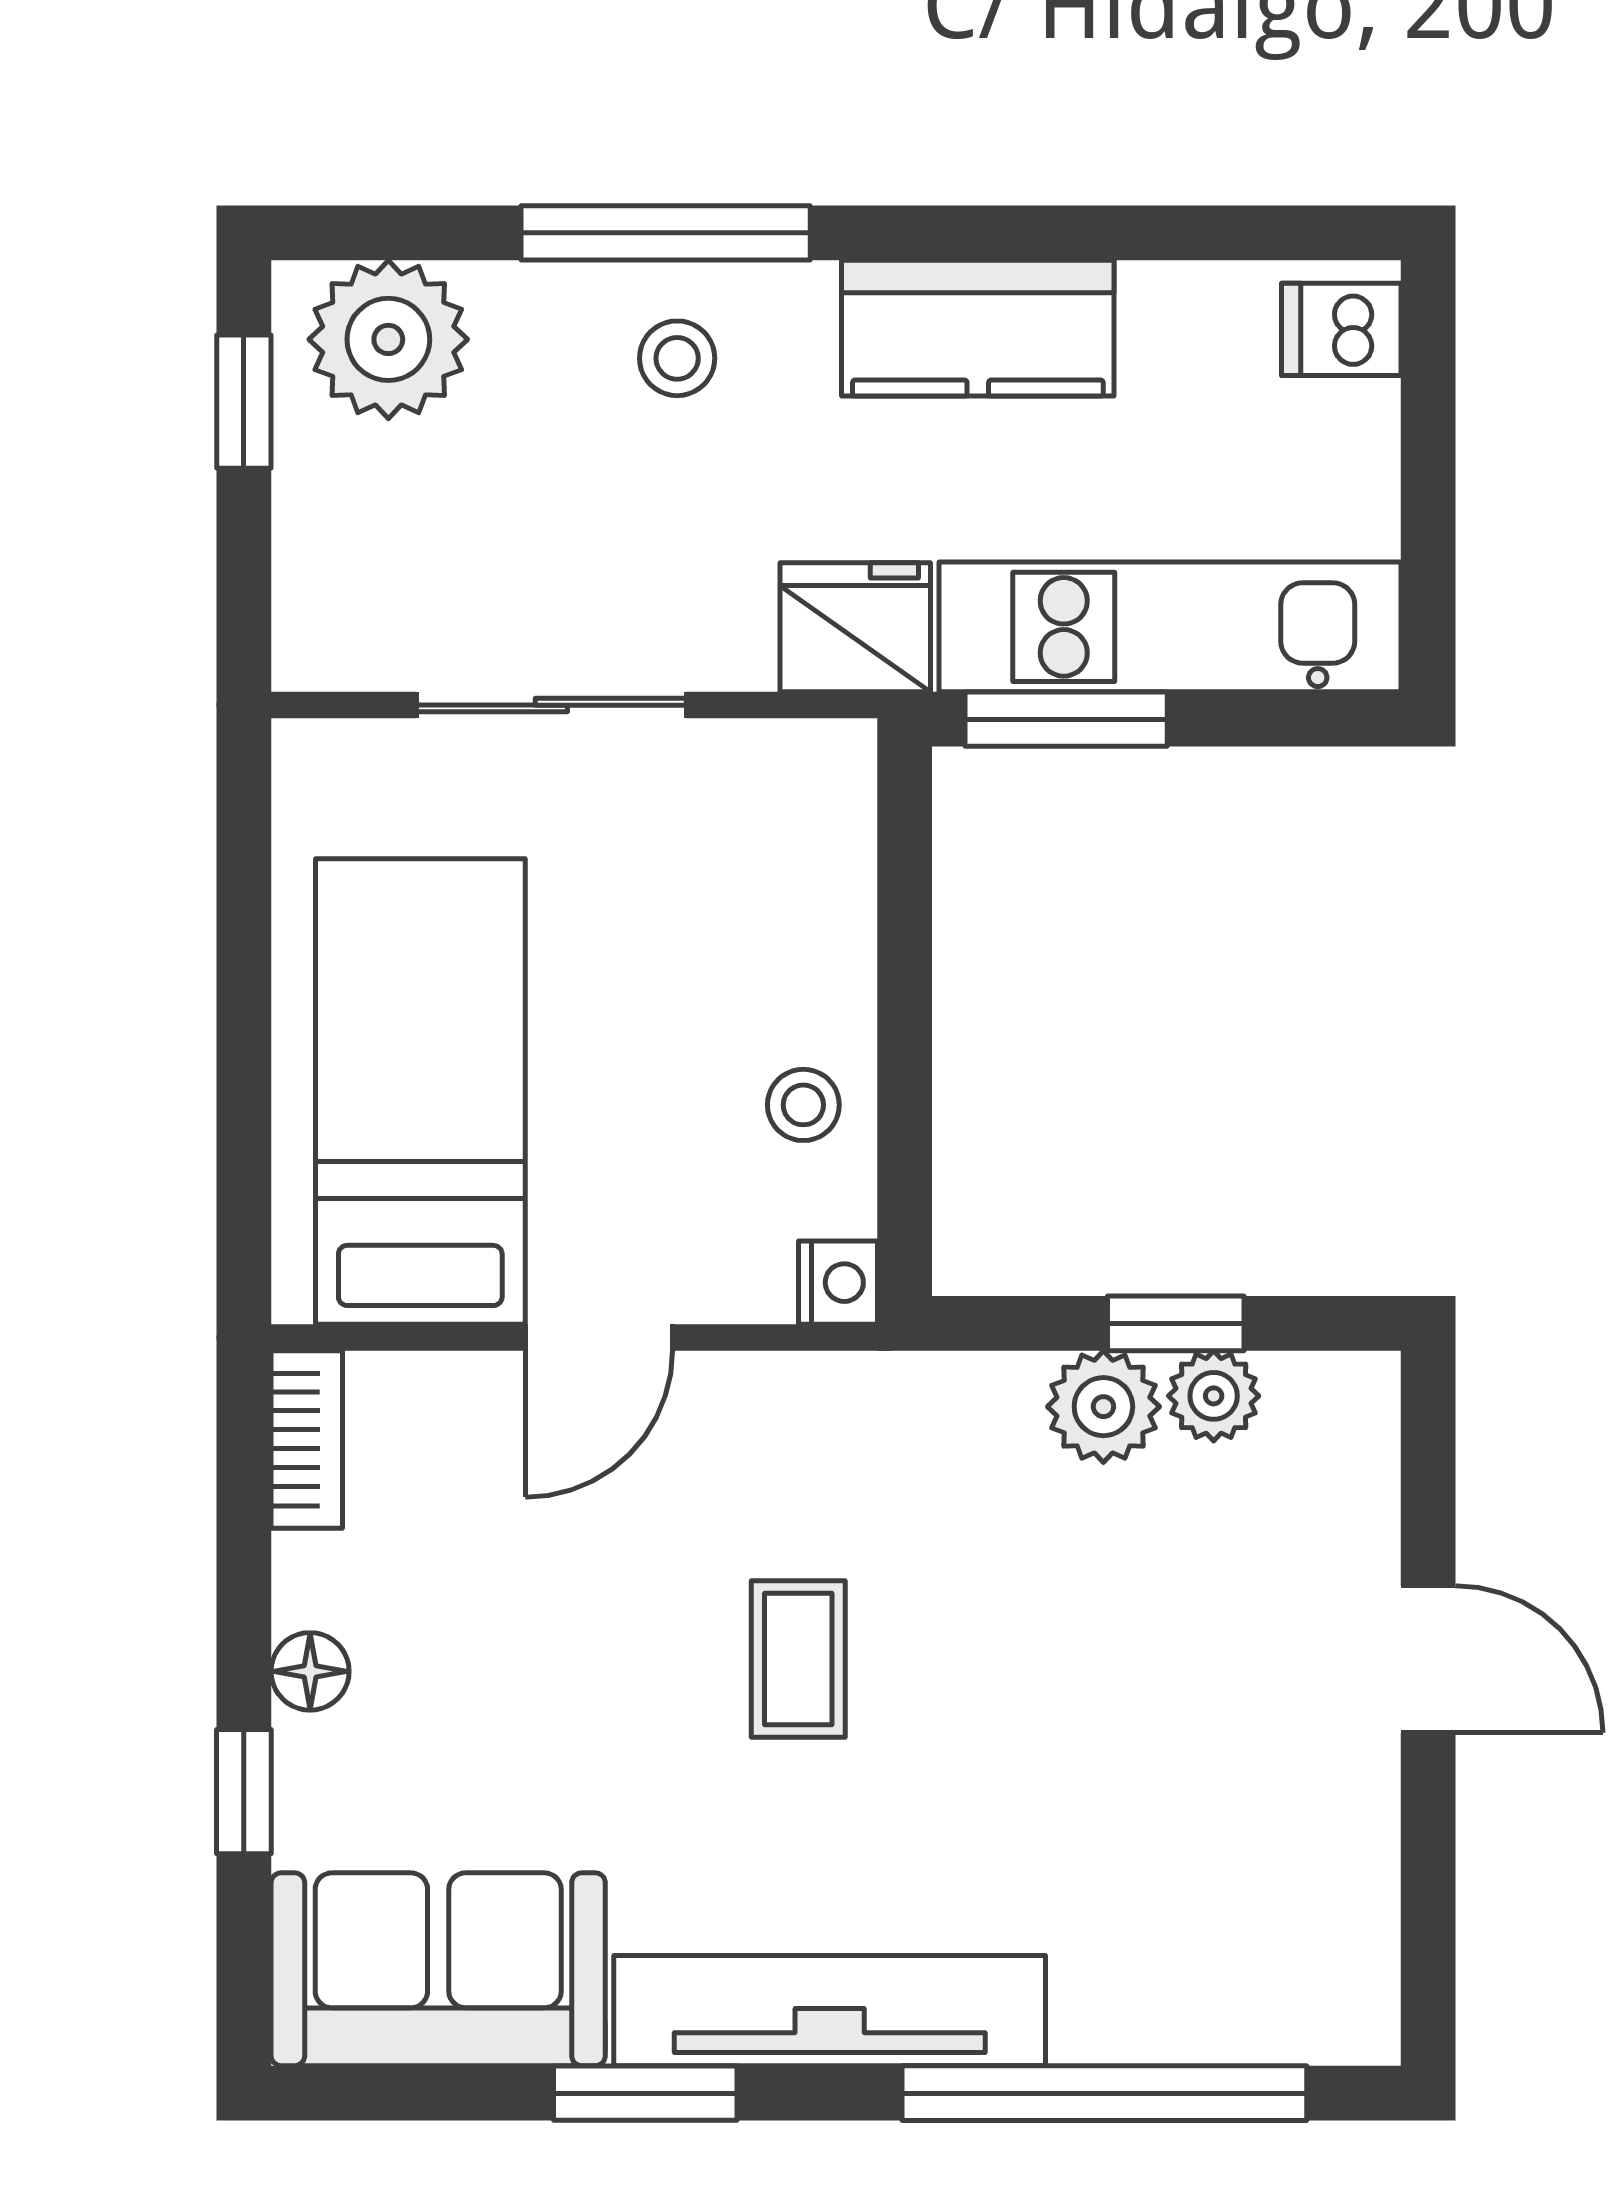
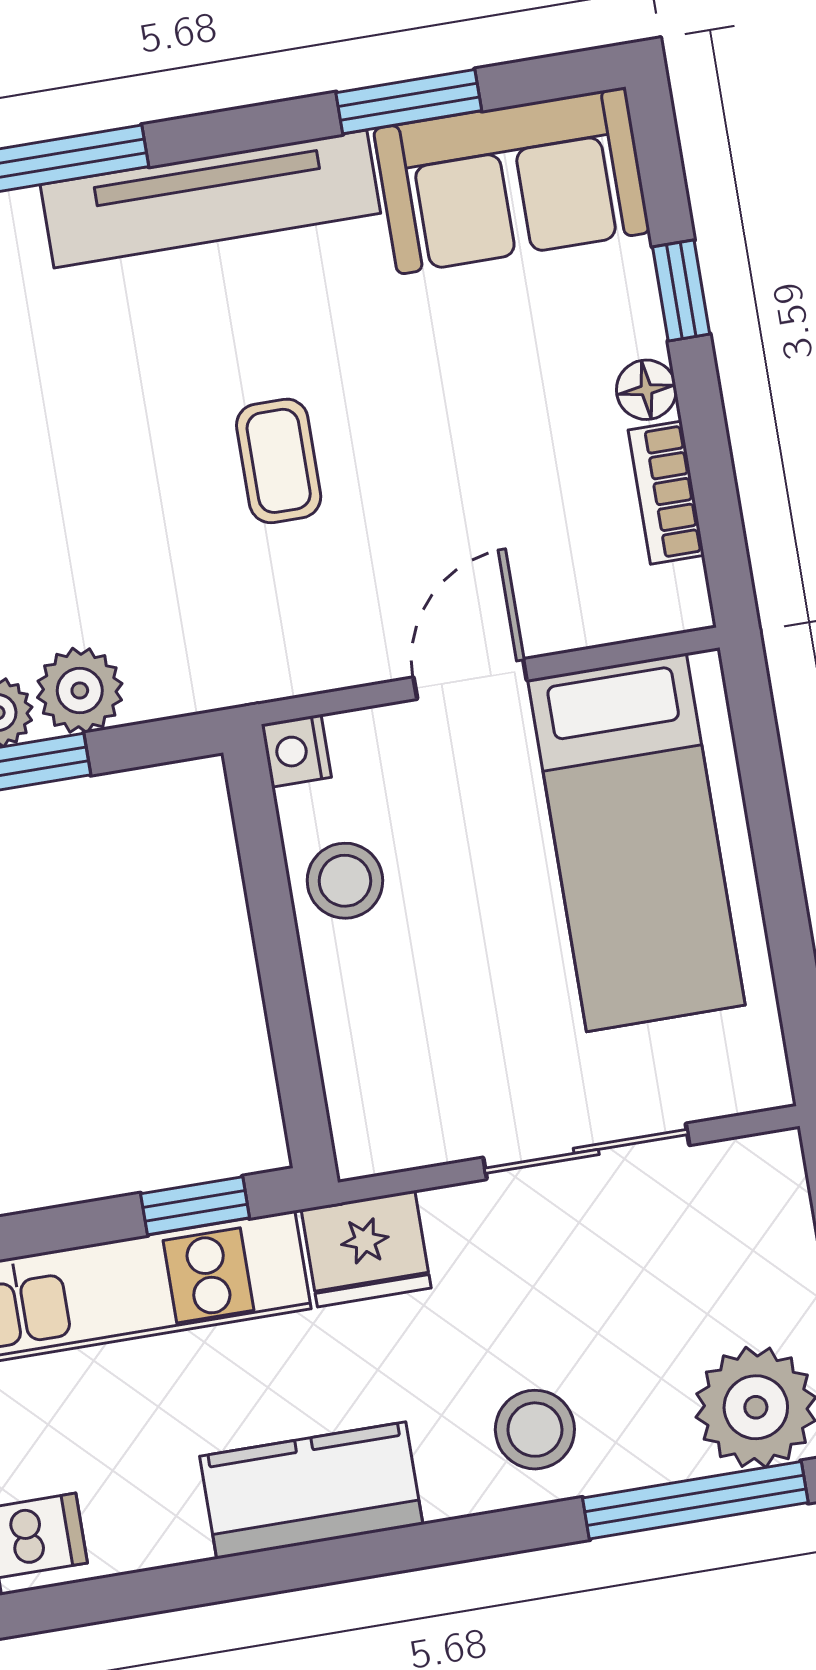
window: (666, 233) -> (695, 1500), moved
stool: (677, 358) -> (535, 1430), width x1.37, depth x1.37
window: (1066, 719) -> (195, 1206), width x0.67
stool: (803, 1105) -> (345, 881), width x1.37, depth x1.37
bookcase: (307, 1439) -> (666, 493), moved
window: (645, 2093) -> (409, 102), moved

